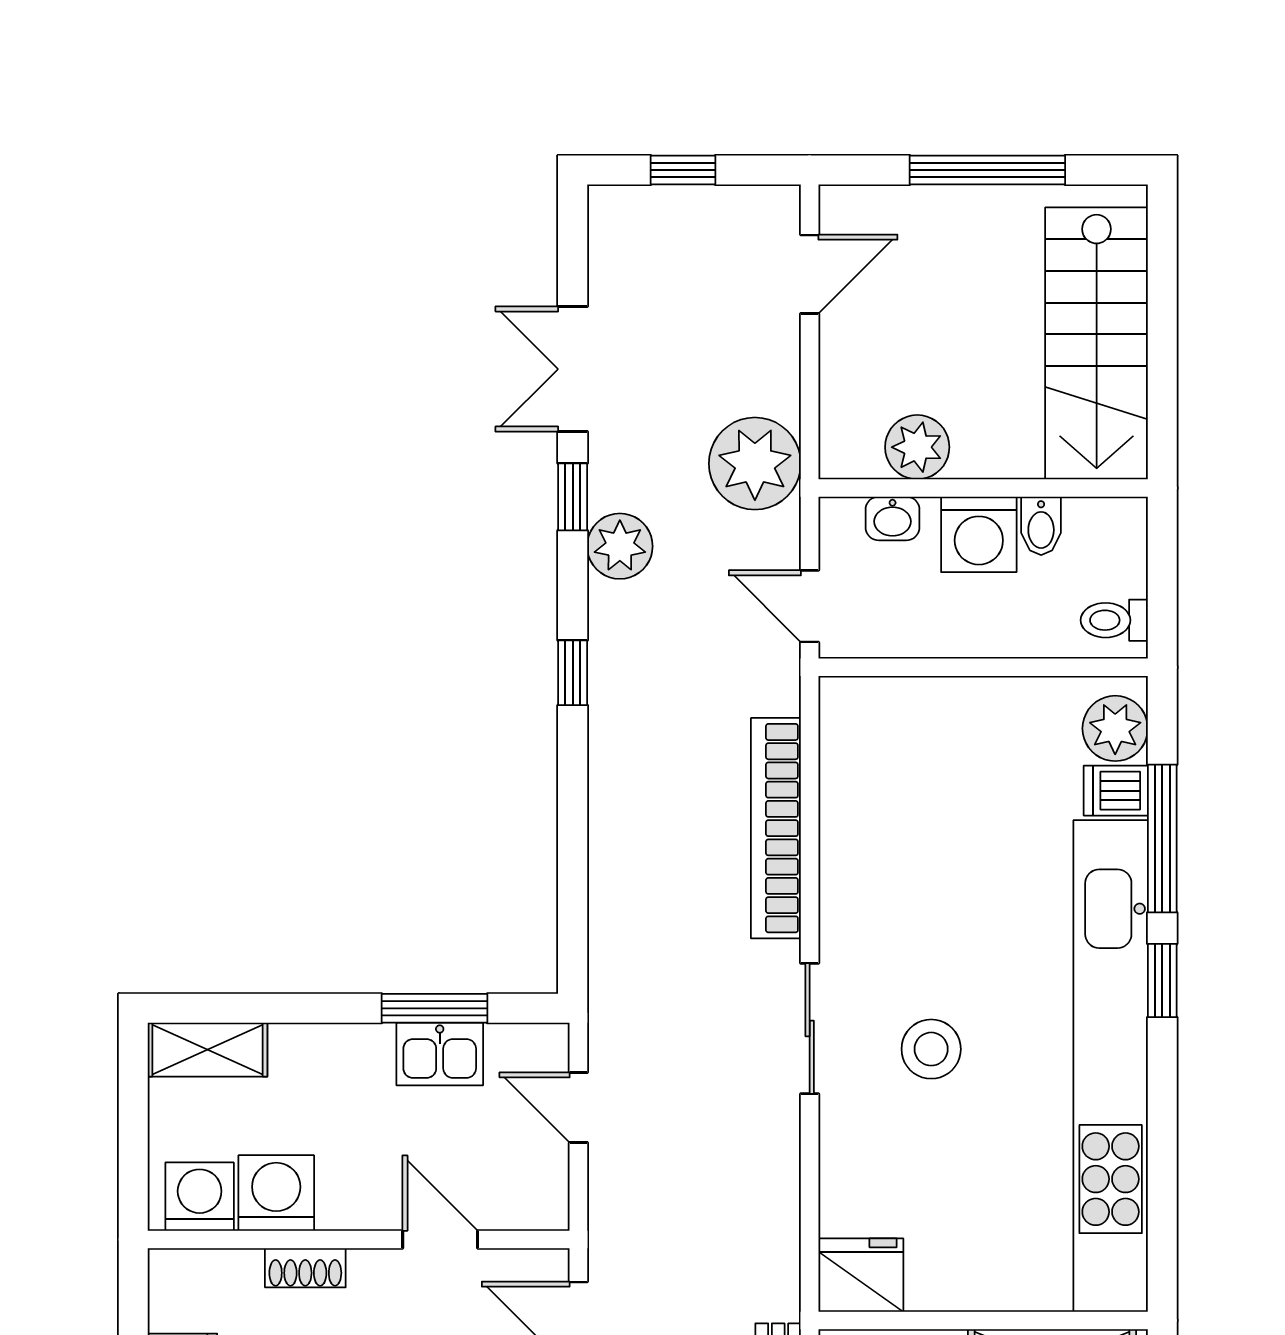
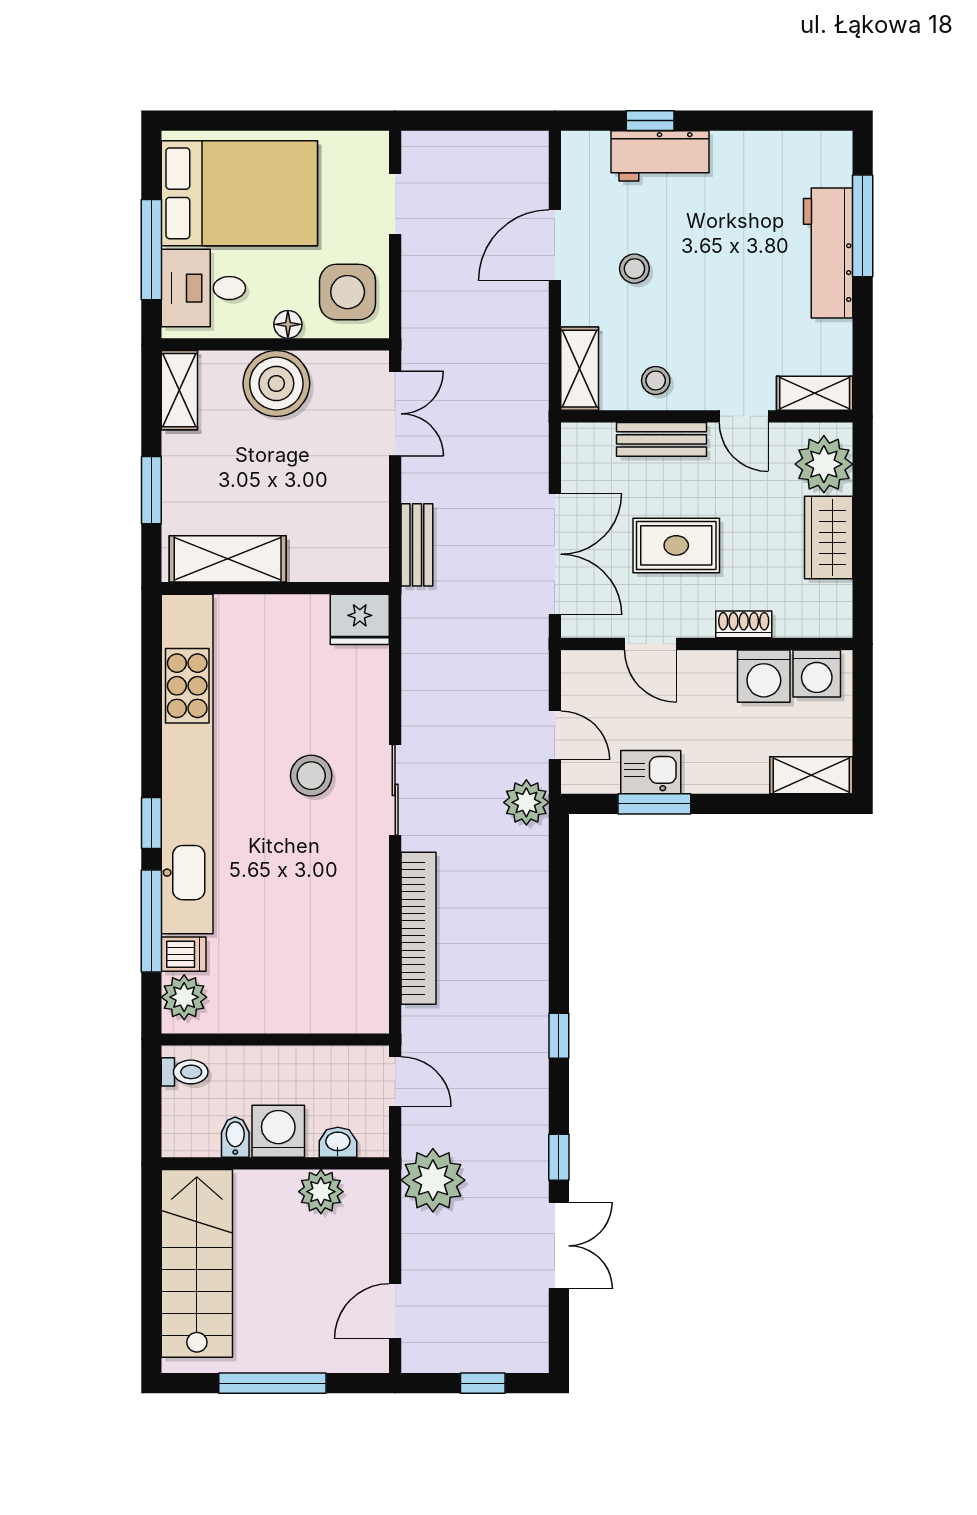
plant: (620, 546) -> (526, 802), moved

